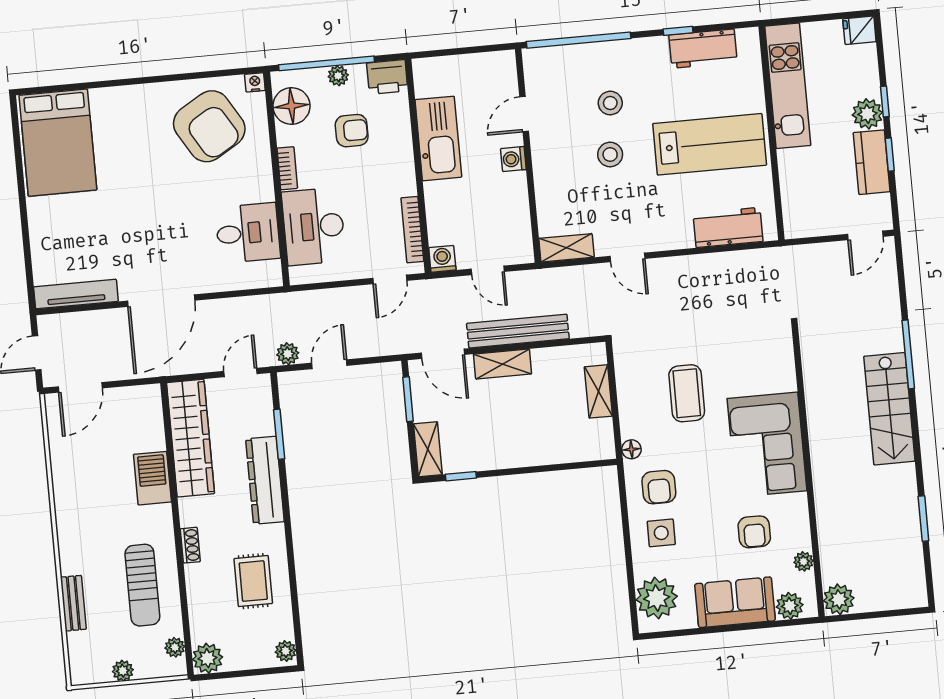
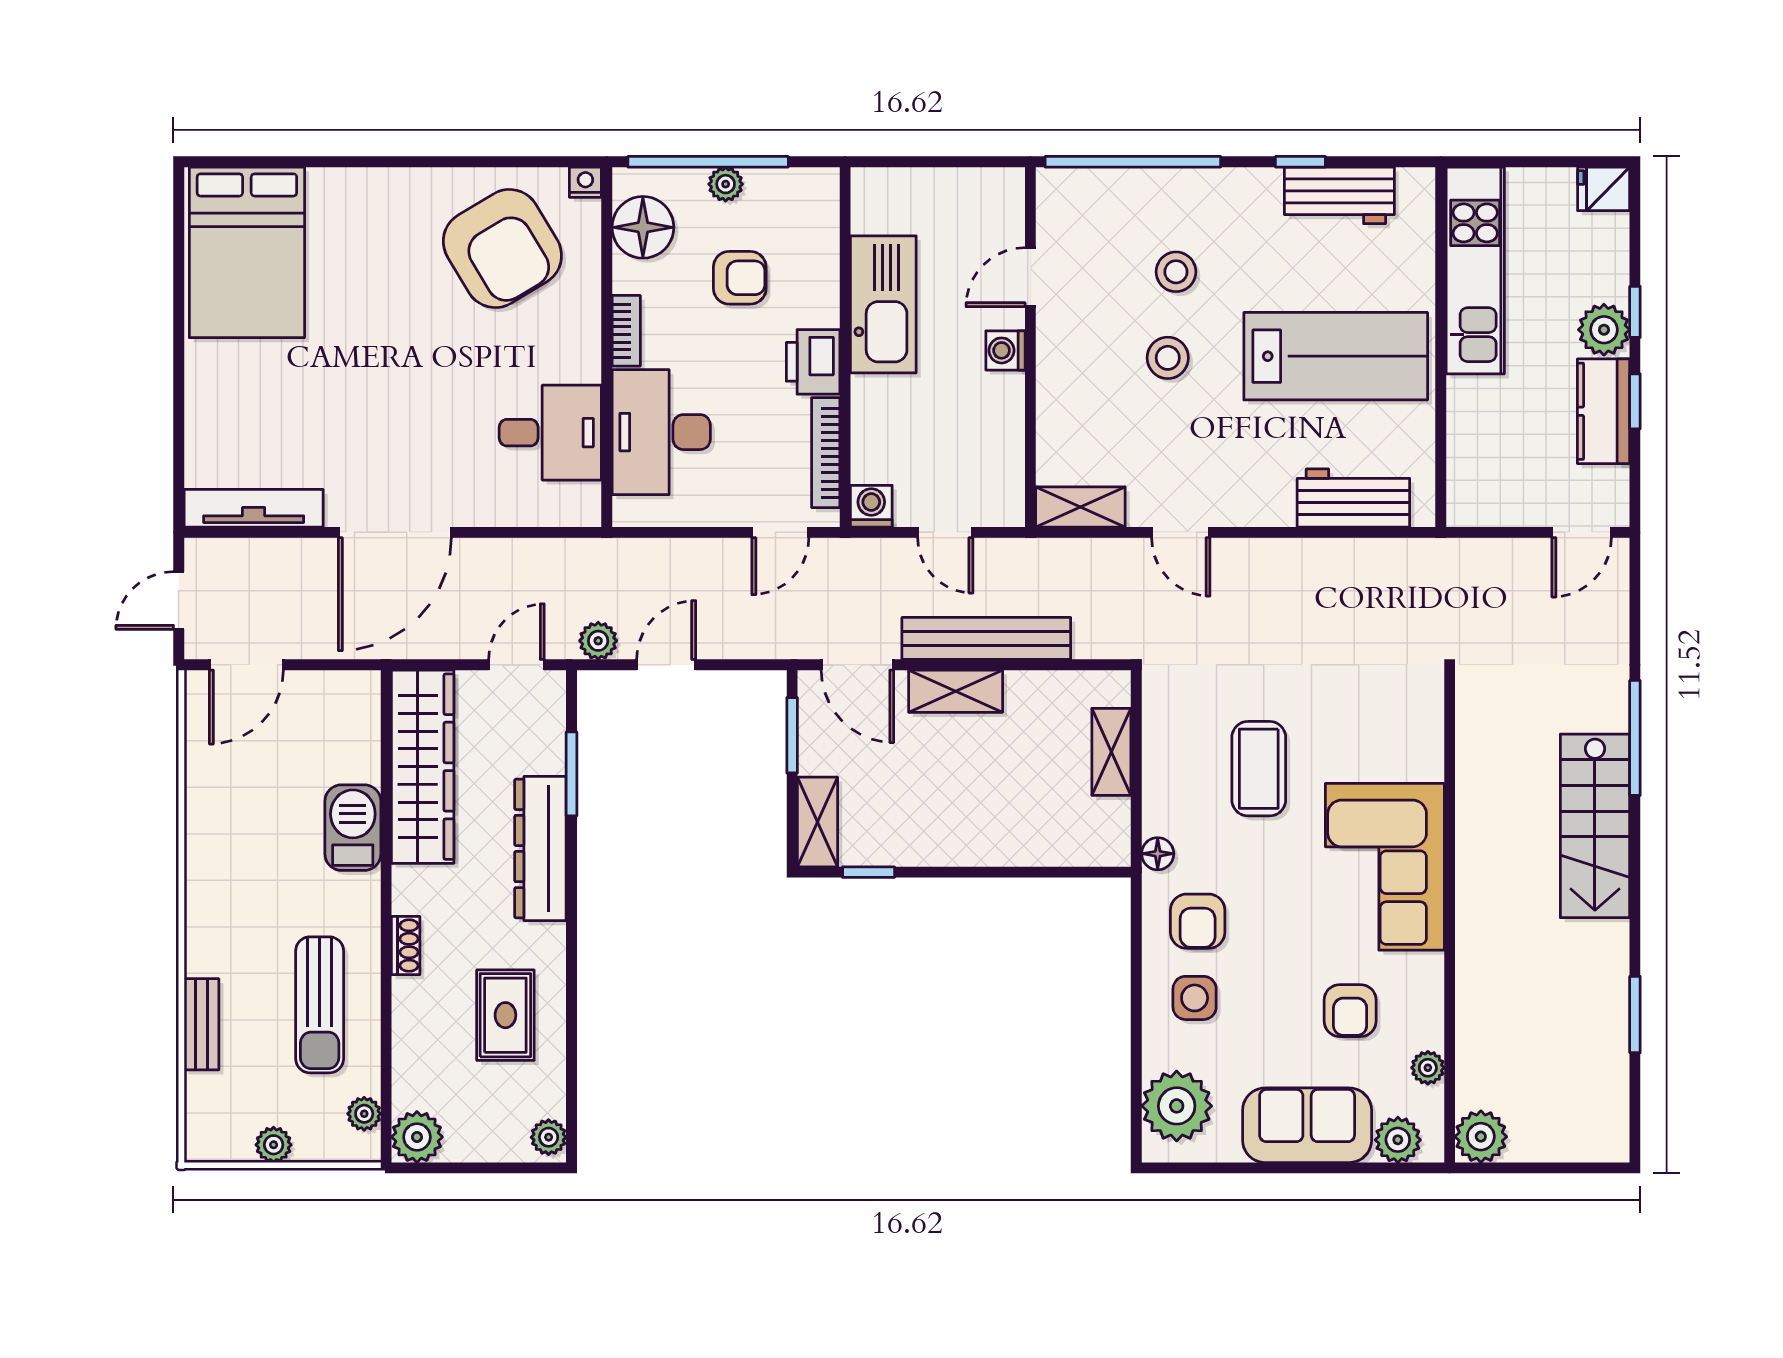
printer: (387, 77) -> (813, 362), moved, turned 90

